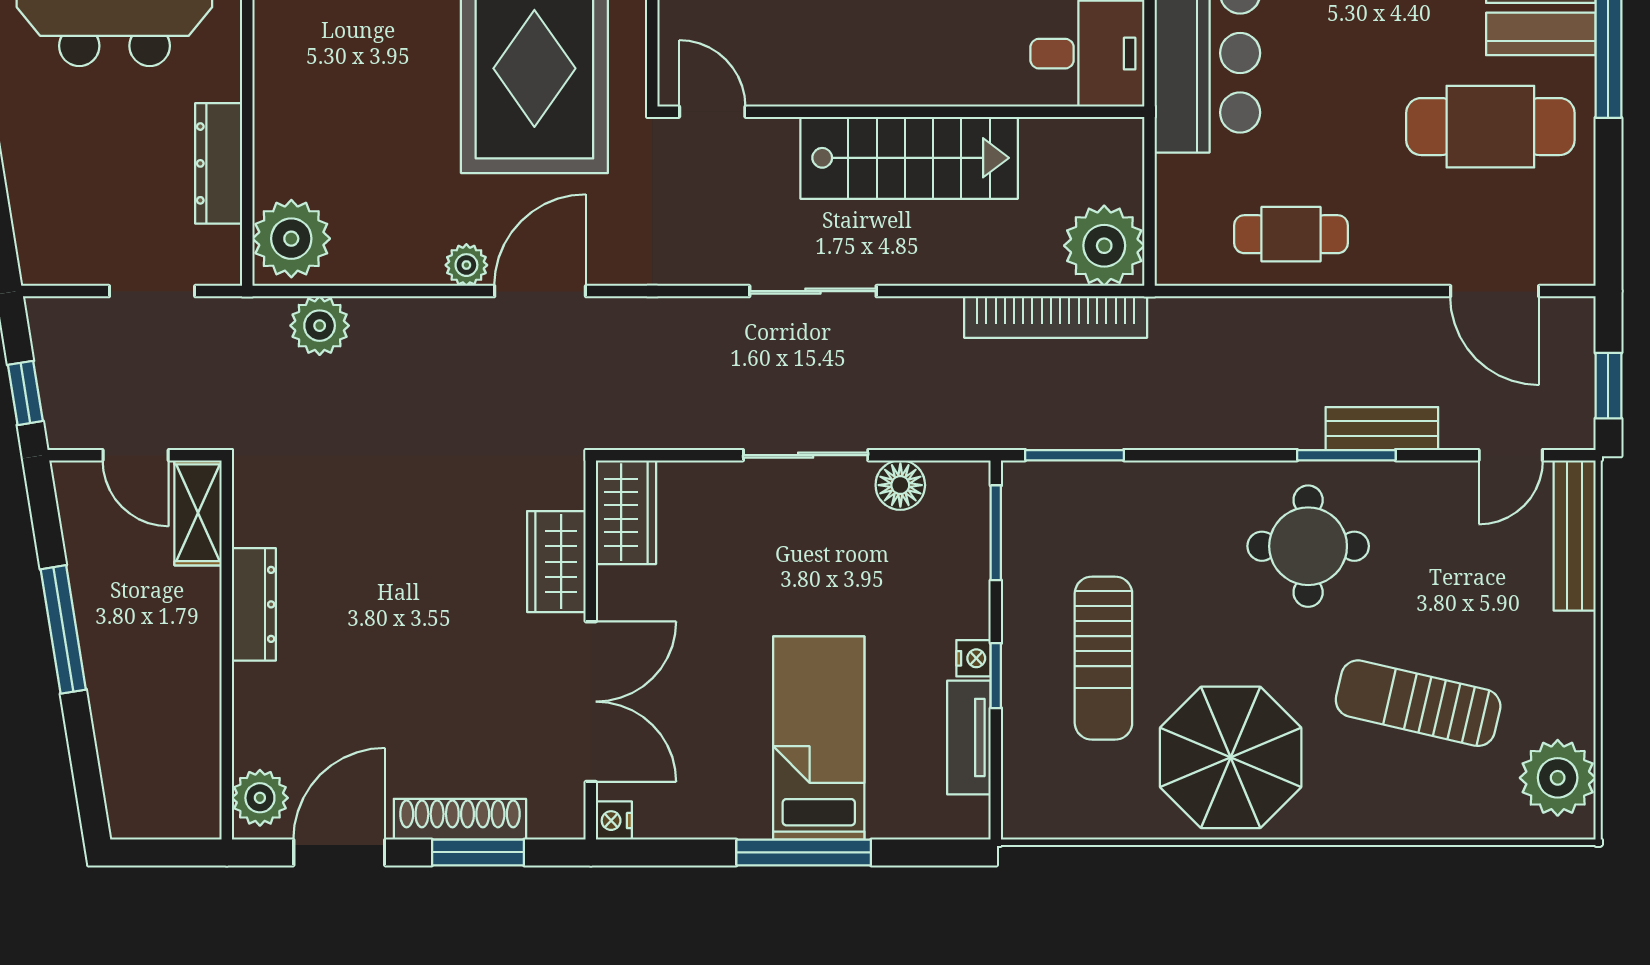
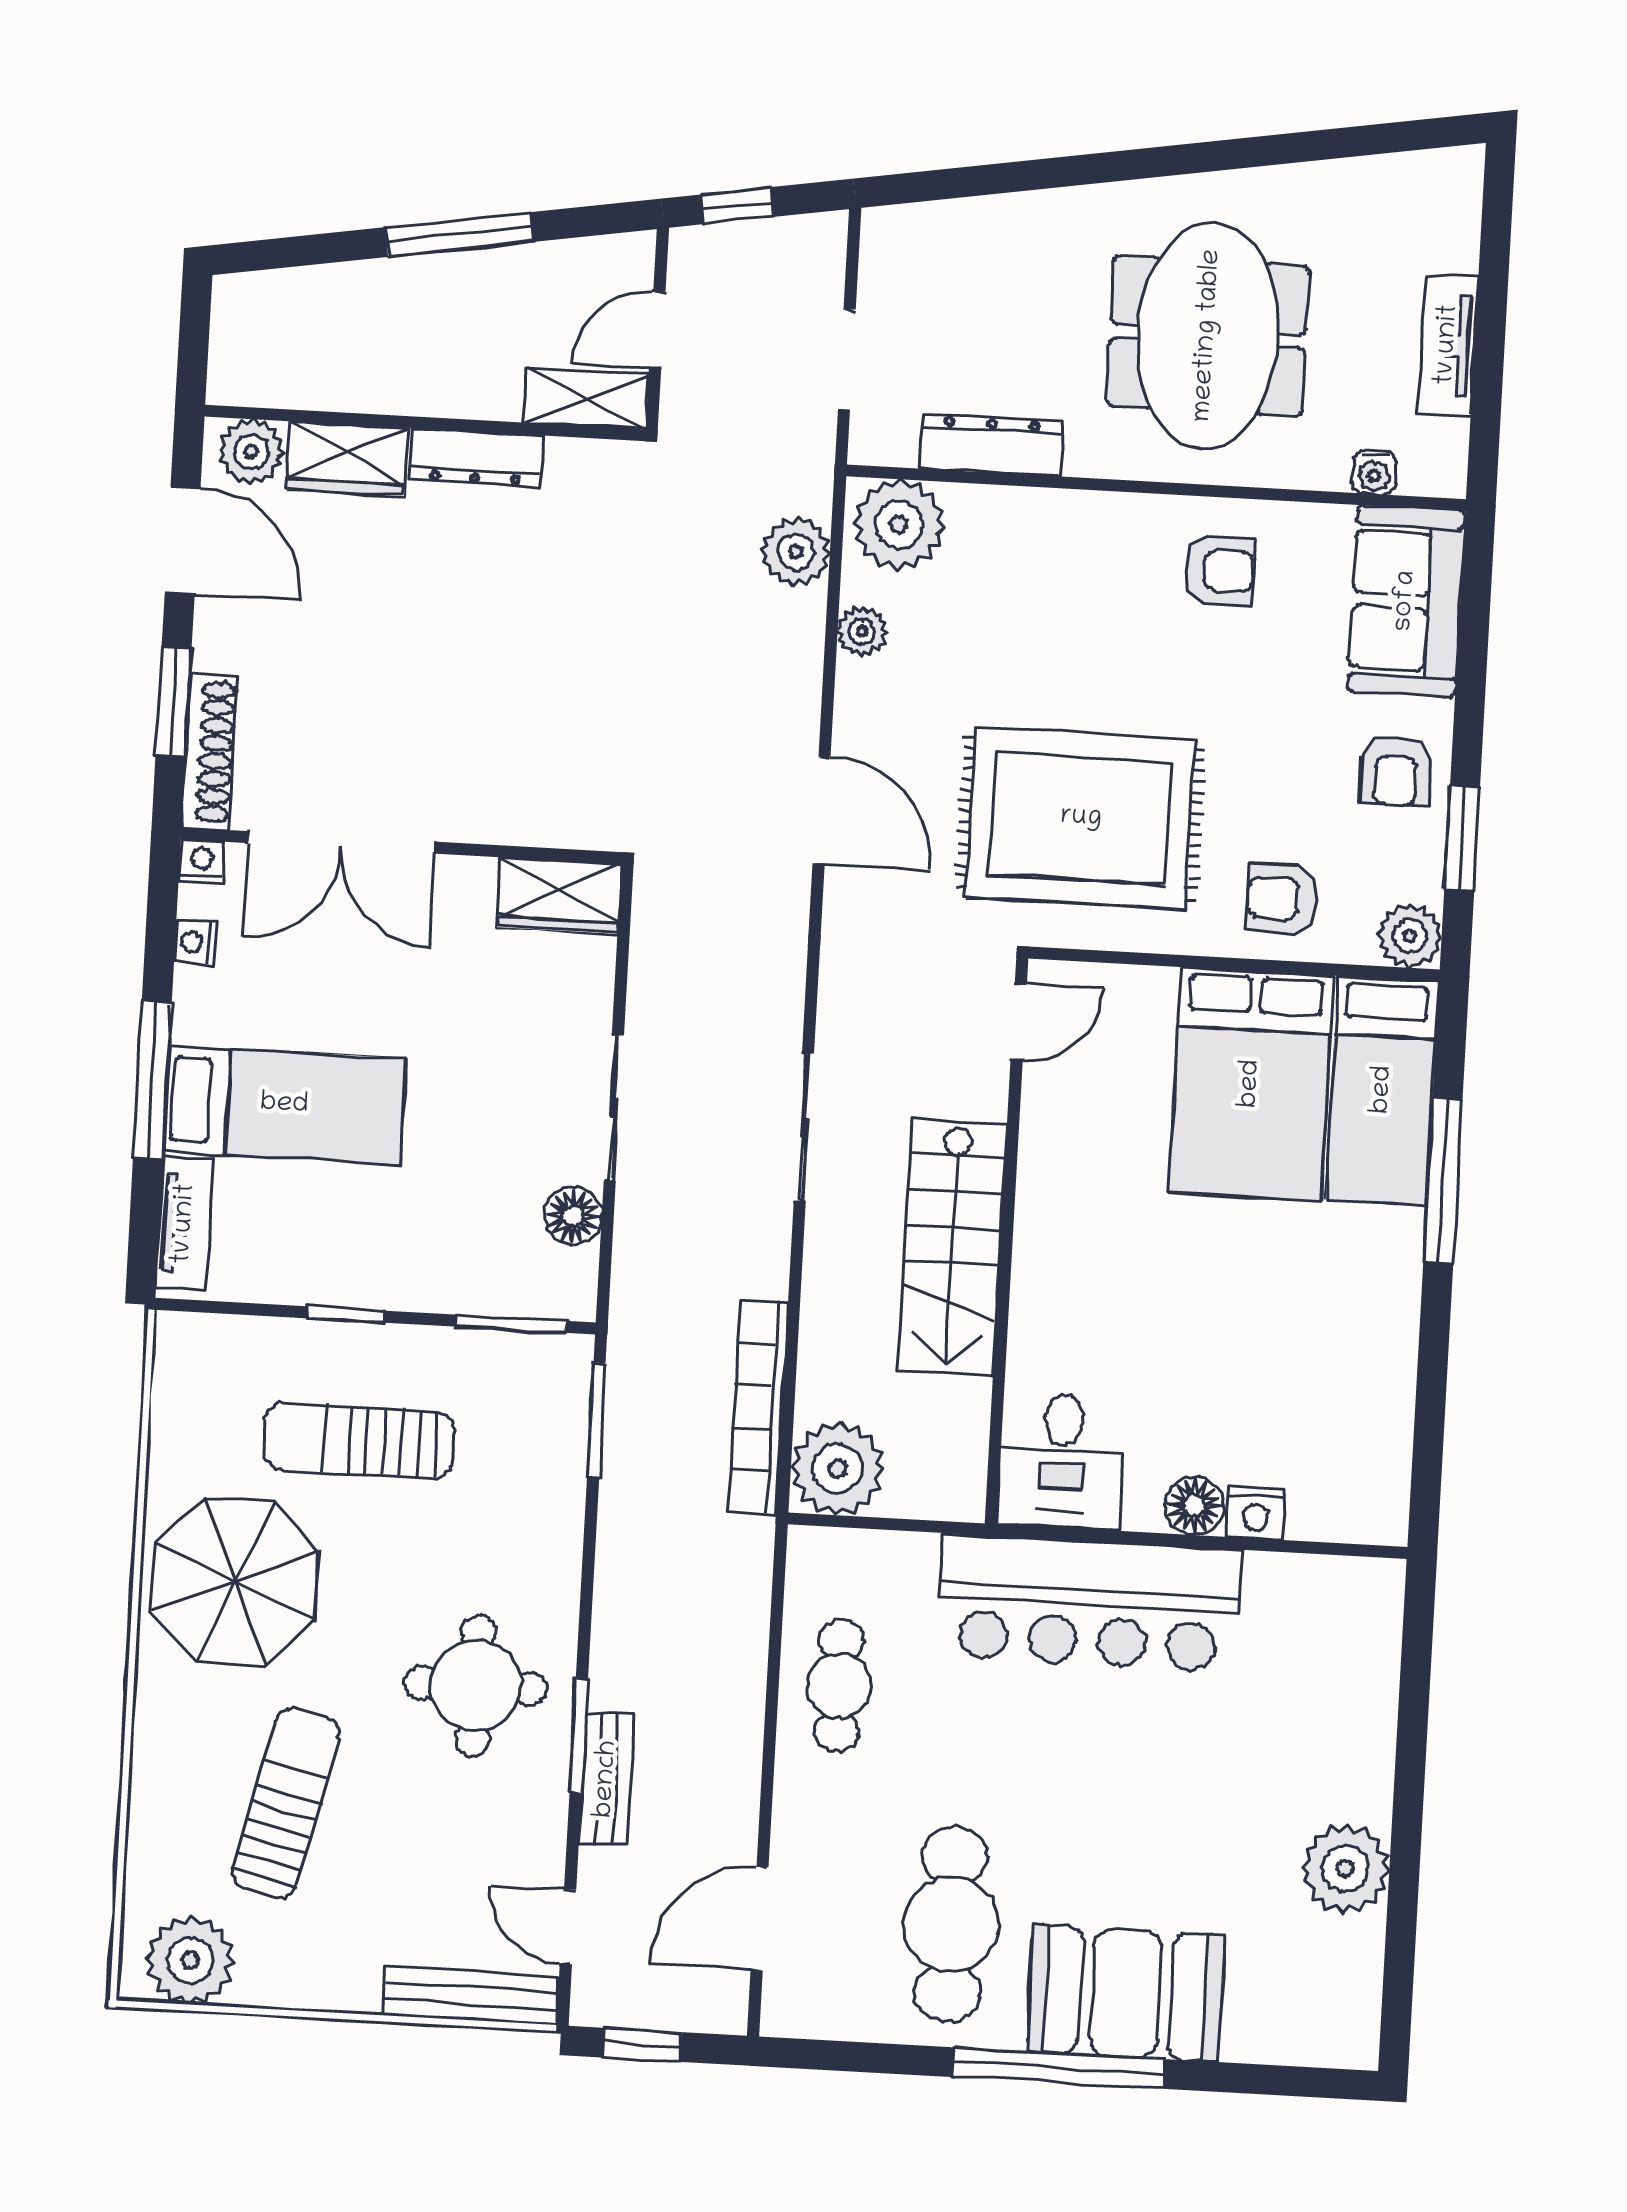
plant: (466, 265) -> (862, 631), moved
wardrobe: (556, 562) -> (347, 459), moved, turned 180
nightstand: (974, 658) -> (195, 942), moved, turned 90
tv unit: (969, 737) -> (185, 1224), moved, turned 90
shoe rack: (460, 819) -> (210, 752), moved

